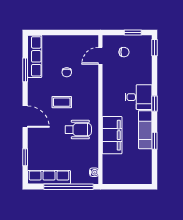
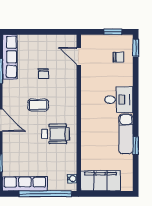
chair: (124, 52) -> (119, 57), moved
door: (100, 56) -> (79, 56), hinge flipped
window: (155, 104) -> (136, 107), removed
filing cabinet: (112, 135) -> (101, 181), moved, turned -90

